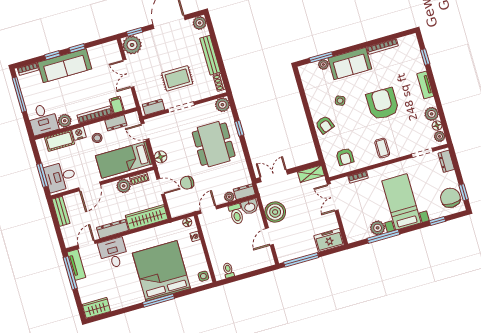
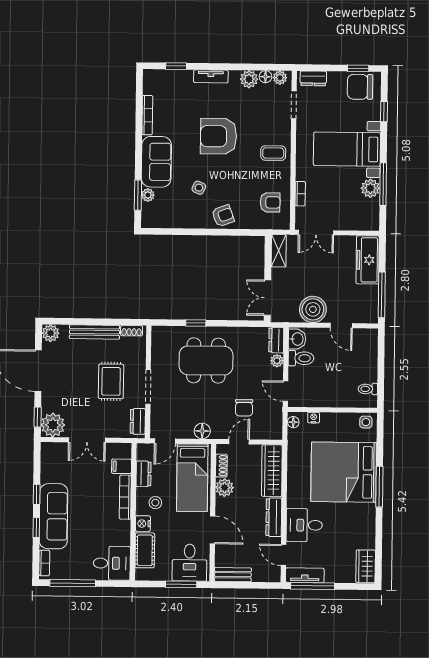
plant: (222, 105) -> (160, 335), removed
plant: (65, 121) -> (122, 537), removed
freezer: (329, 240) -> (368, 260), width x1.40

